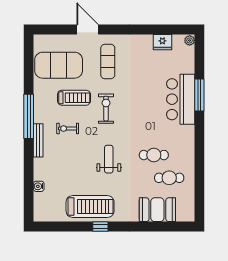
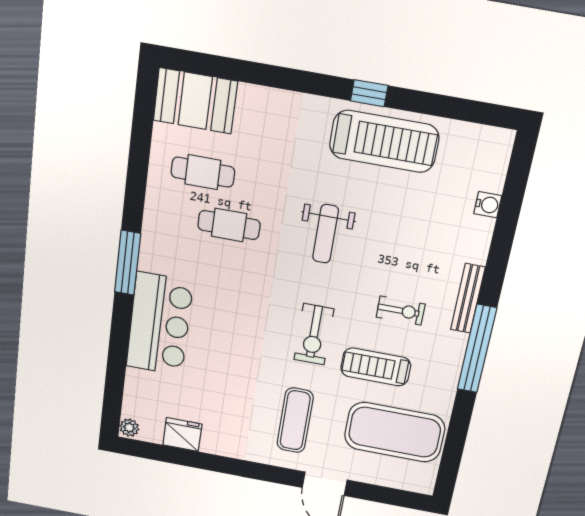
window: (199, 95) -> (128, 263), moved
treadmill: (90, 207) -> (384, 141), turned 180
booth: (157, 210) -> (195, 101), moved

